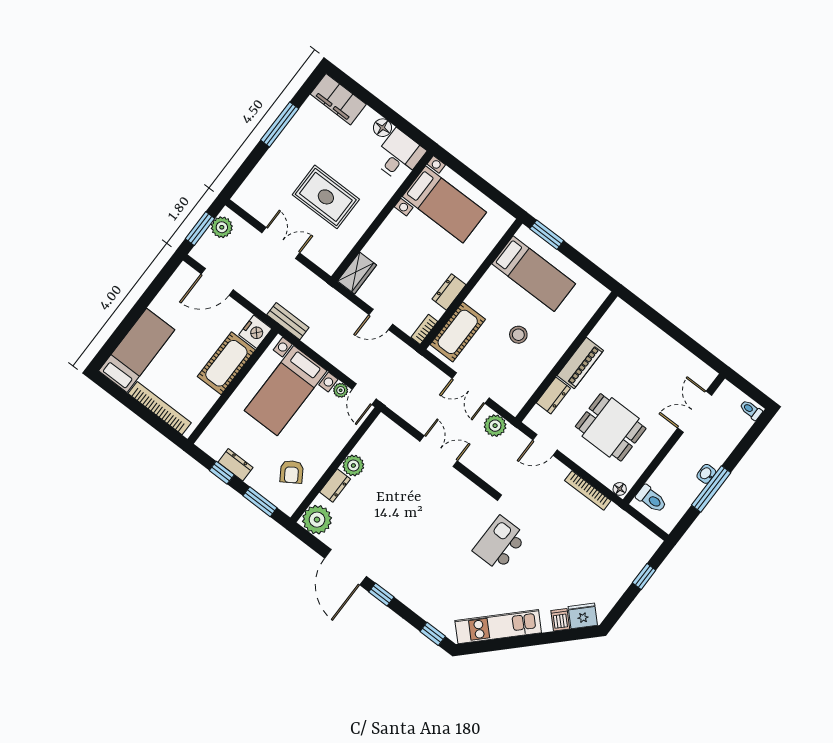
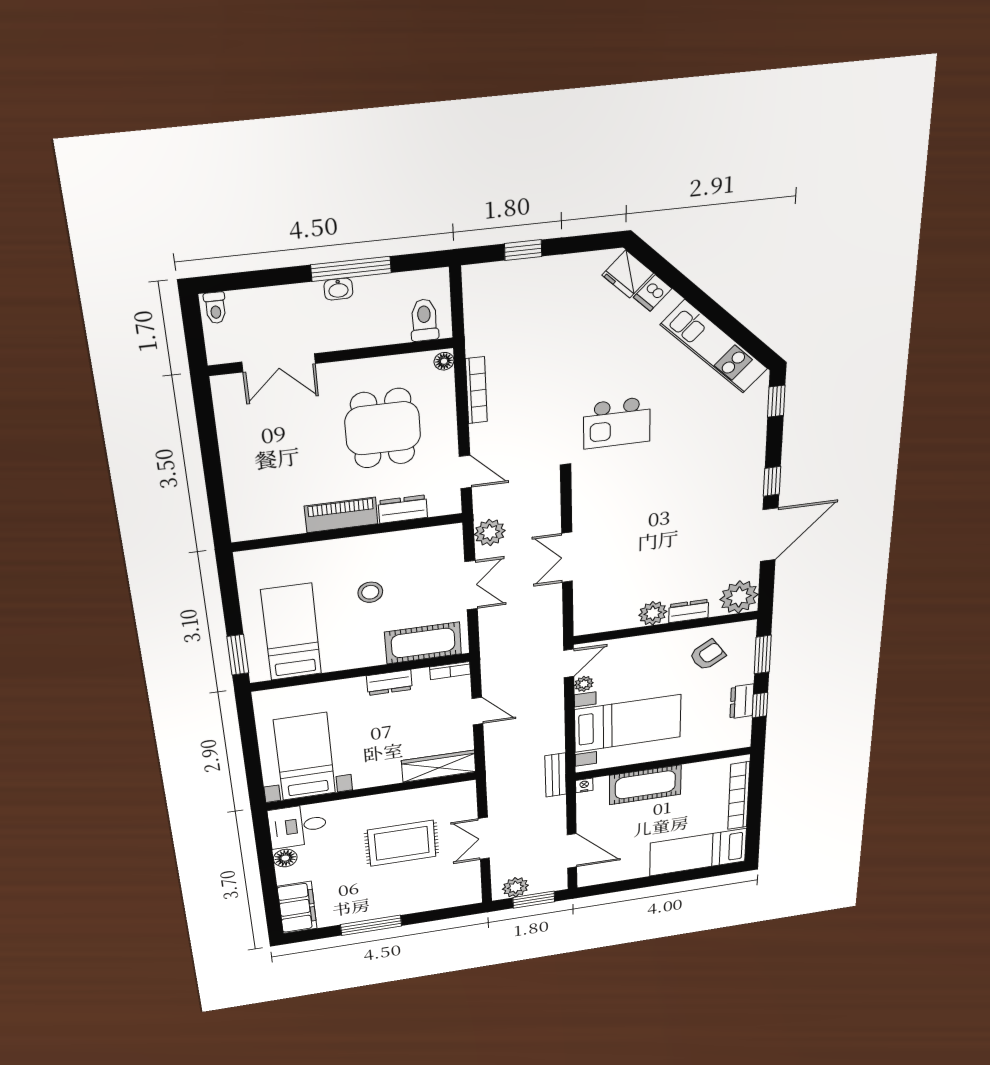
rug: (326, 197) -> (402, 843), turned 90
wardrobe: (357, 273) -> (439, 766), width x1.50
nightstand: (255, 332) -> (584, 785), width x0.53, depth x0.56

